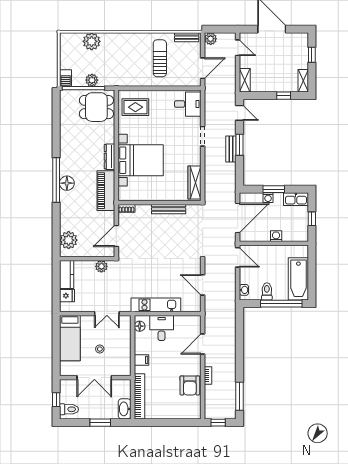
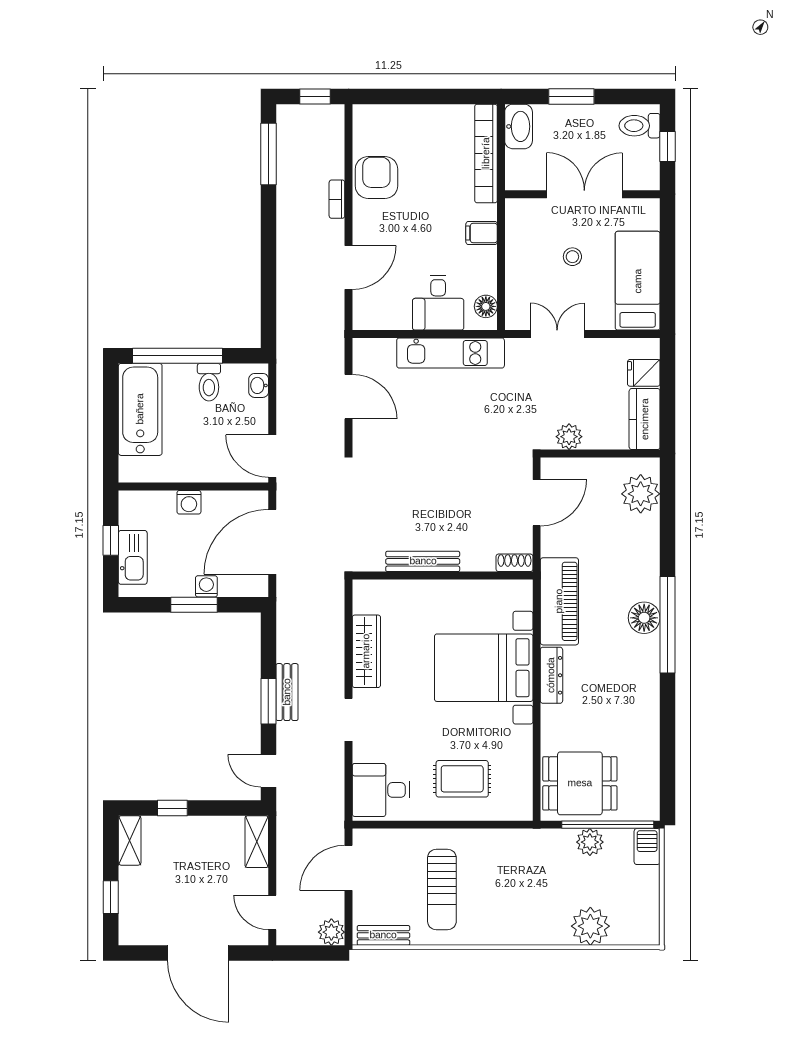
rug: (135, 107) -> (462, 779), moved
wardrobe: (194, 182) -> (366, 651), moved
kitchen sink: (296, 199) -> (133, 557), moved, turned 90

